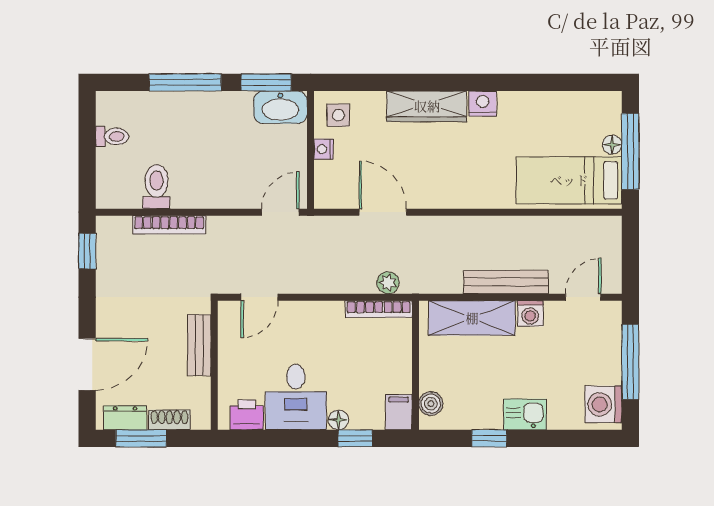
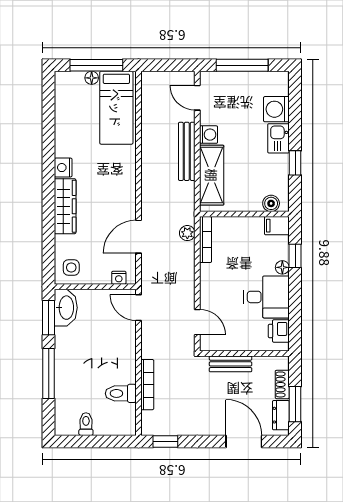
nightstand: (324, 149) -> (119, 278), moved
washing machine: (603, 404) -> (276, 109), moved, turned 90

